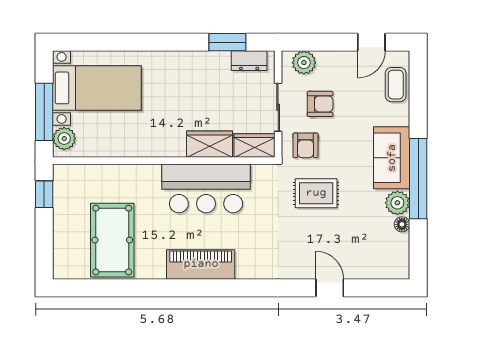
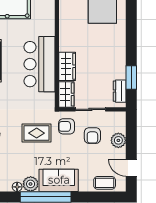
plant: (304, 63) -> (118, 140), moved
rug: (316, 193) -> (37, 133), turned 90

